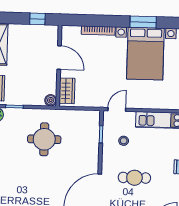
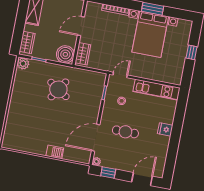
door: (59, 57) -> (81, 26), swing flipped
boiler: (51, 100) -> (65, 54), width x1.86, depth x1.86
round table: (44, 139) -> (58, 89), turned 33

